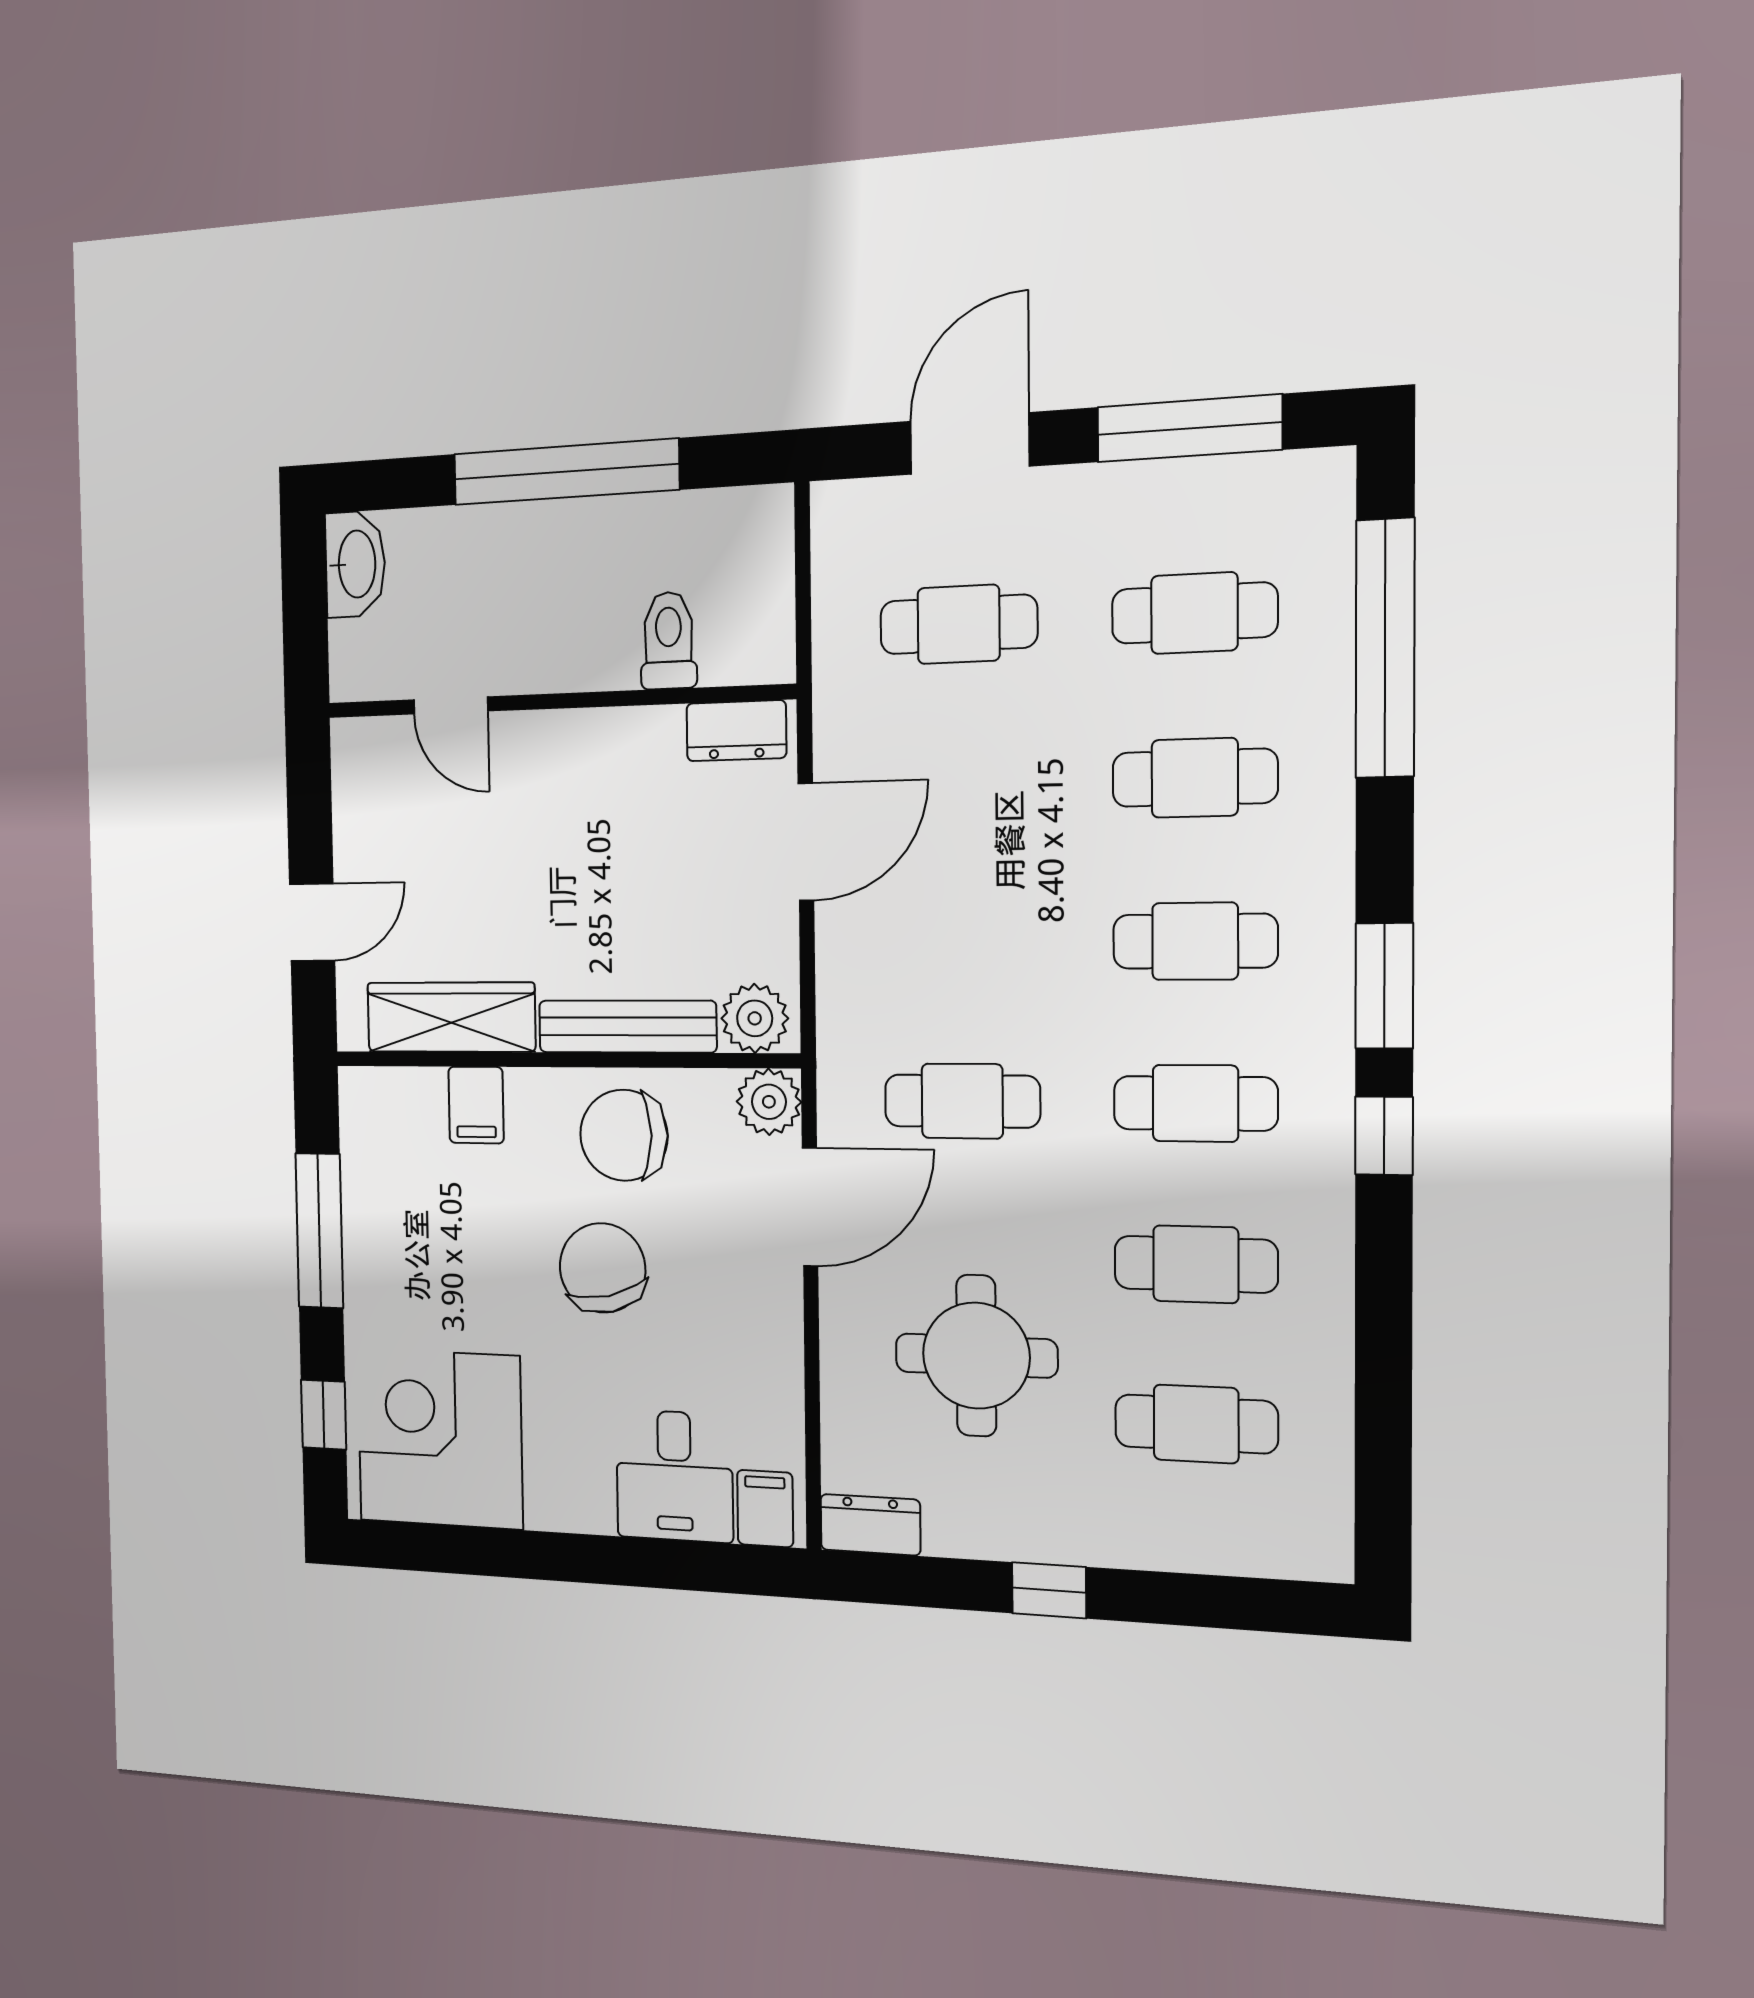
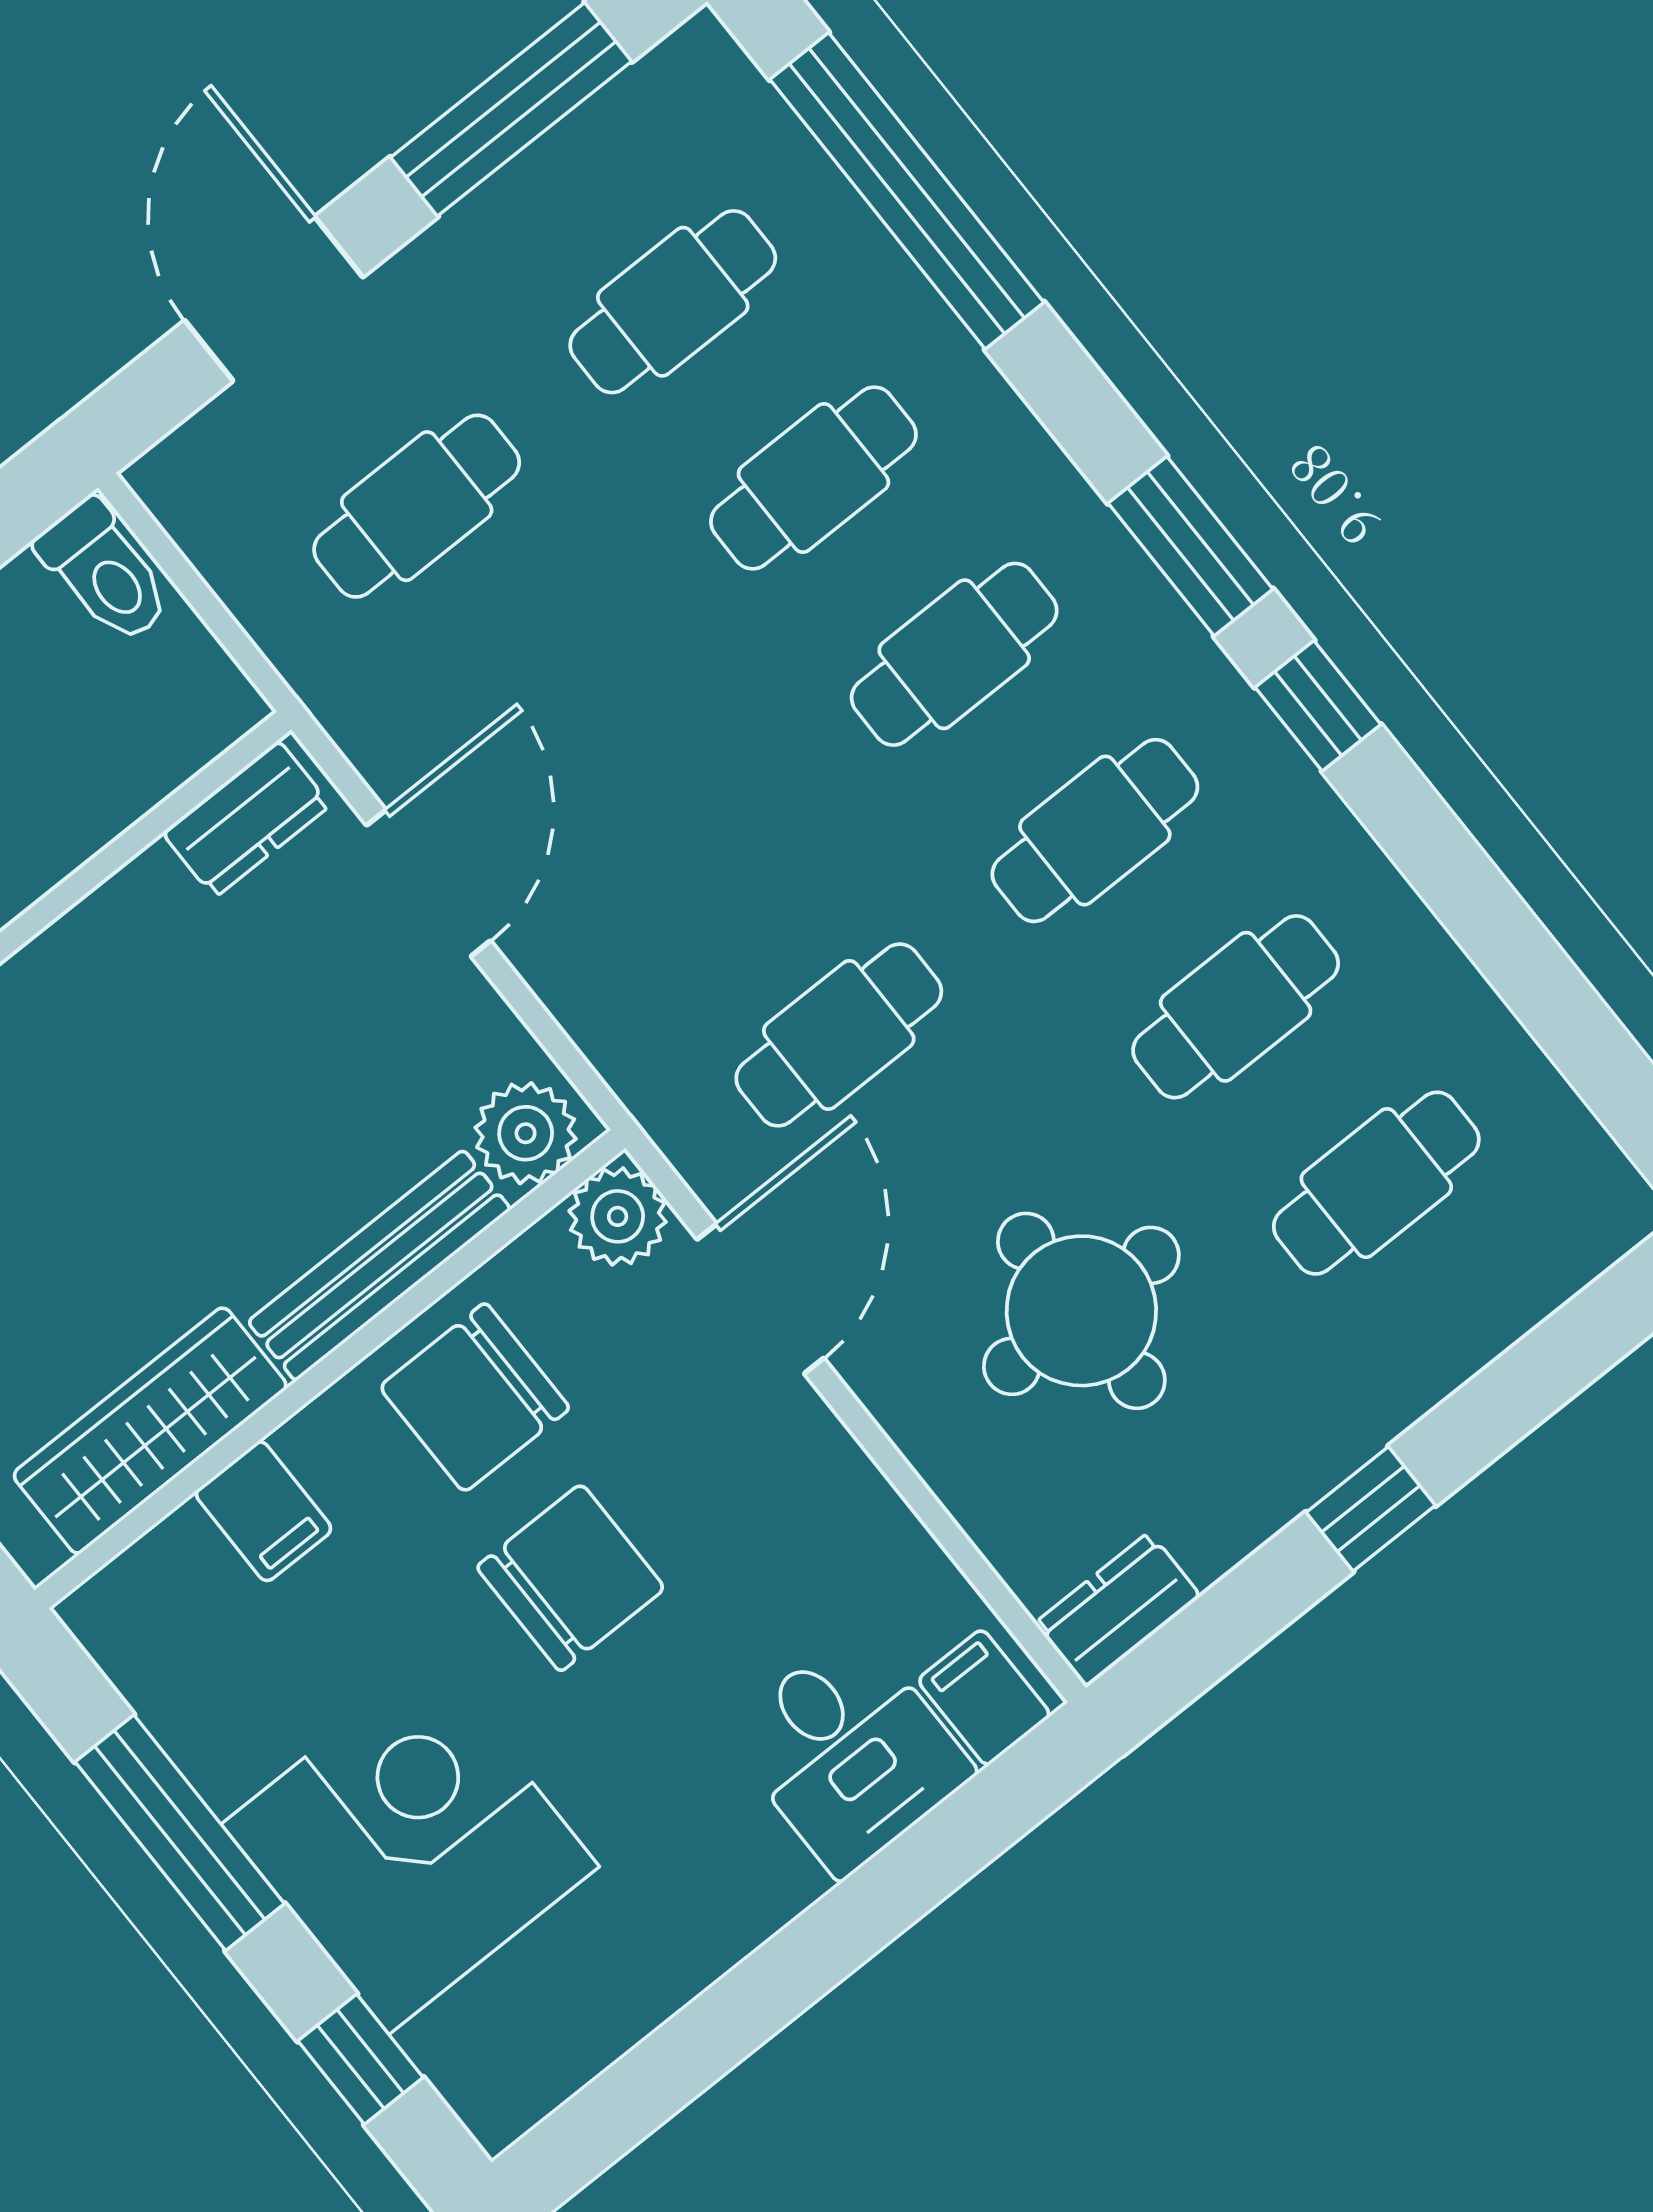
toilet: (669, 640) -> (105, 572), moved, turned 180
chair: (602, 1268) -> (571, 1578), turned 103
corner desk: (440, 1439) -> (410, 1845), moved, turned 90

